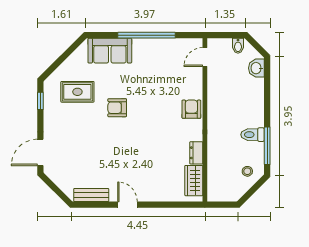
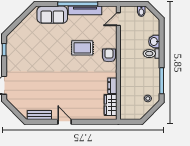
tv unit: (157, 45) -> (85, 10), added
washbasin: (256, 68) -> (154, 42), moved
rug: (77, 92) -> (82, 48), moved
armchair: (117, 108) -> (57, 54), removed
toilet: (253, 135) -> (151, 54), moved

